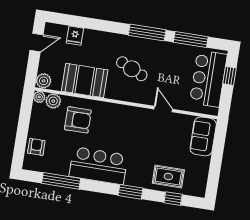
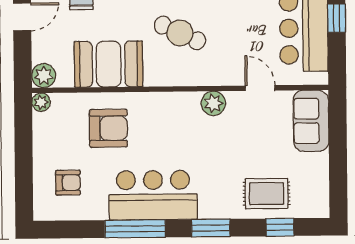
plant: (53, 101) -> (213, 103), moved
door: (163, 109) -> (260, 88), moved
armchair: (36, 147) -> (68, 183), moved, turned 90
window: (61, 181) -> (135, 229), moved

